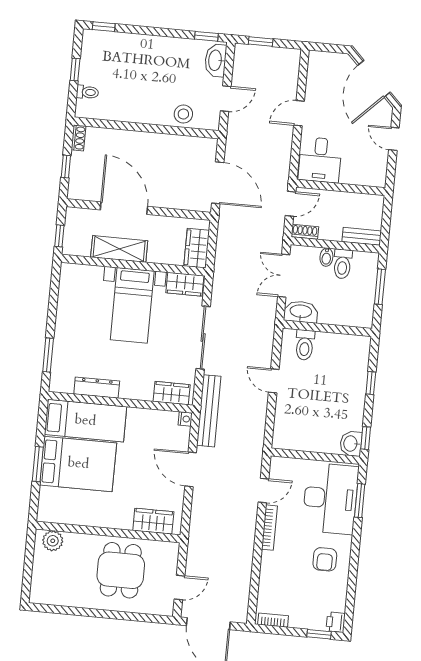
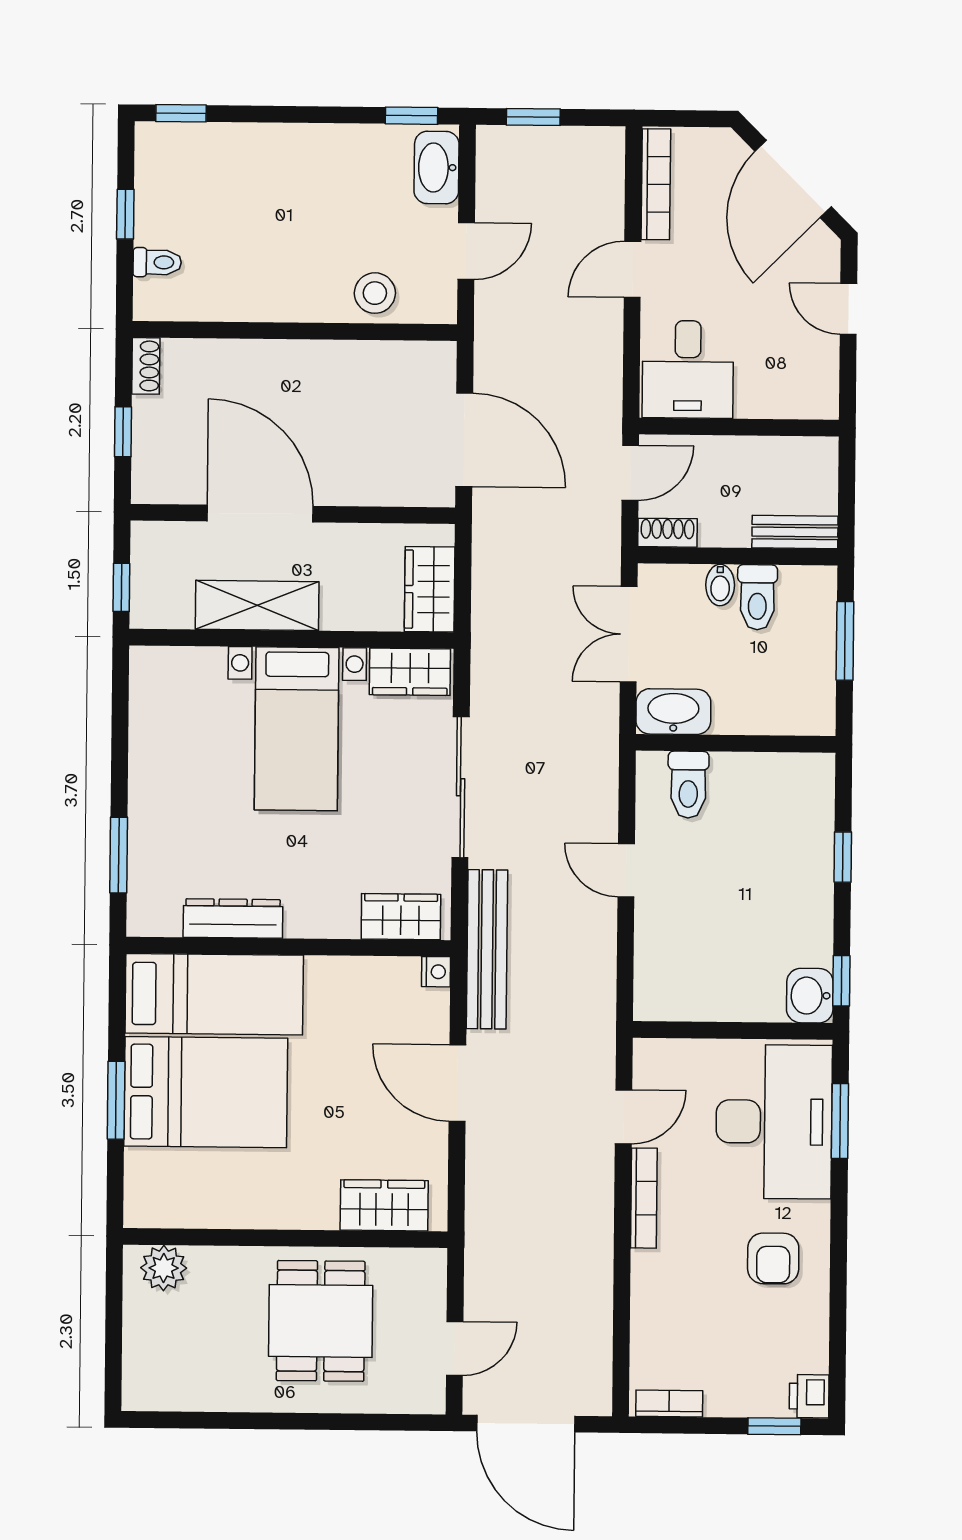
bookcase: (313, 76) -> (656, 184), added

